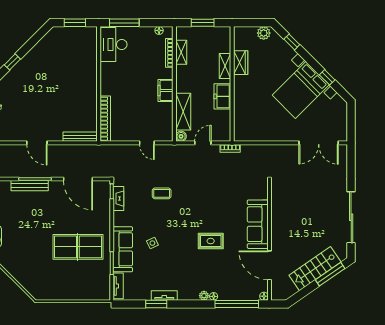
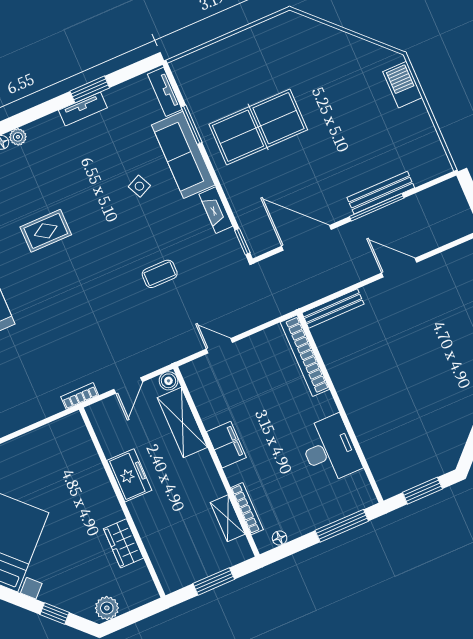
desk: (113, 44) -> (330, 450), moved
shelving: (225, 66) -> (147, 527), removed
fireplace: (118, 199) -> (216, 210), moved

